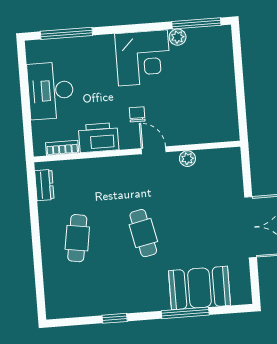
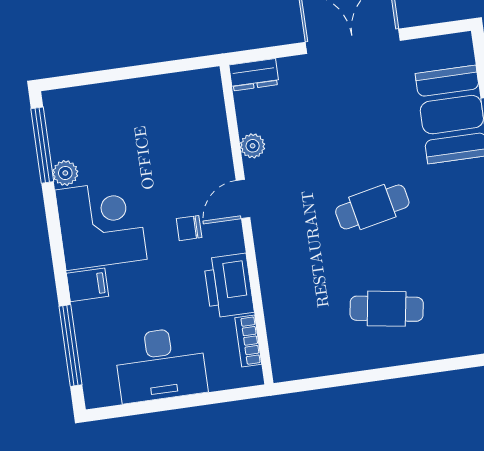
filing cabinet: (105, 47) -> (88, 285), added
dresser: (44, 185) -> (254, 75), moved, turned 180

